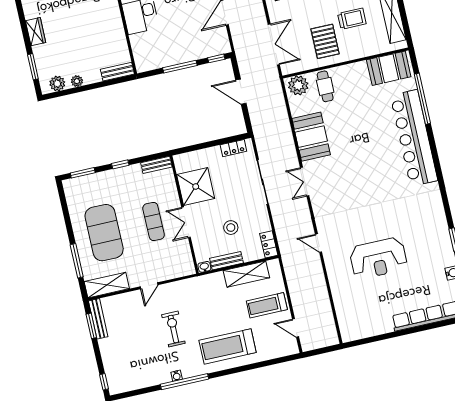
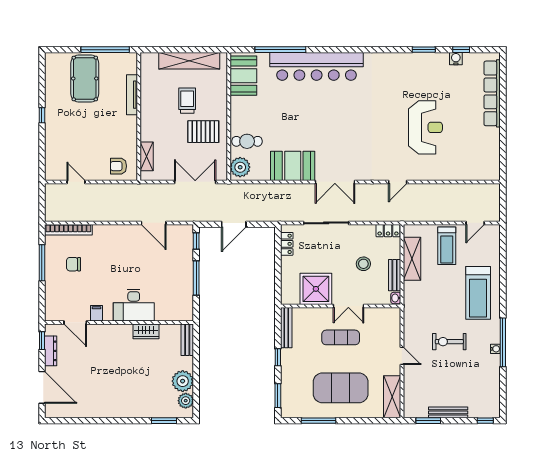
wardrobe: (36, 32) -> (146, 331), moved, turned 180
plant: (77, 81) -> (183, 381), width x1.88, depth x1.88
bench: (156, 165) -> (286, 328), width x1.36
double door: (305, 182) -> (335, 182), width x1.37
window: (77, 261) -> (319, 421), moved
bench: (98, 319) -> (448, 412), moved

